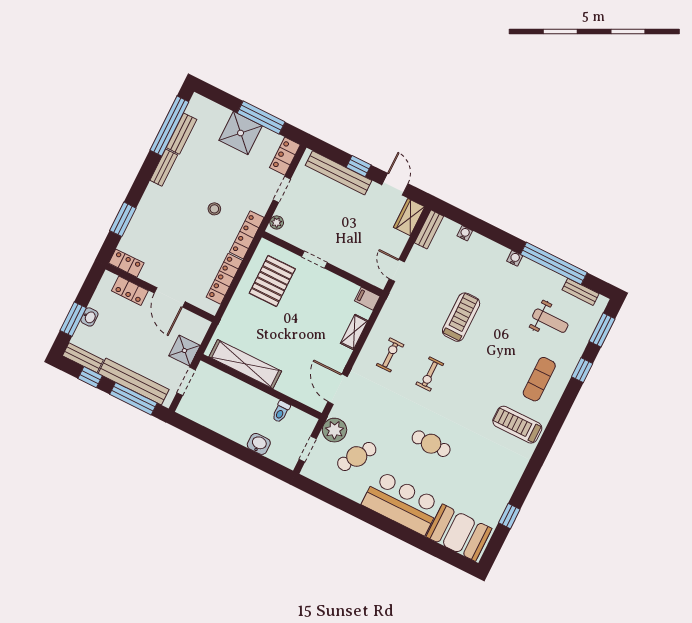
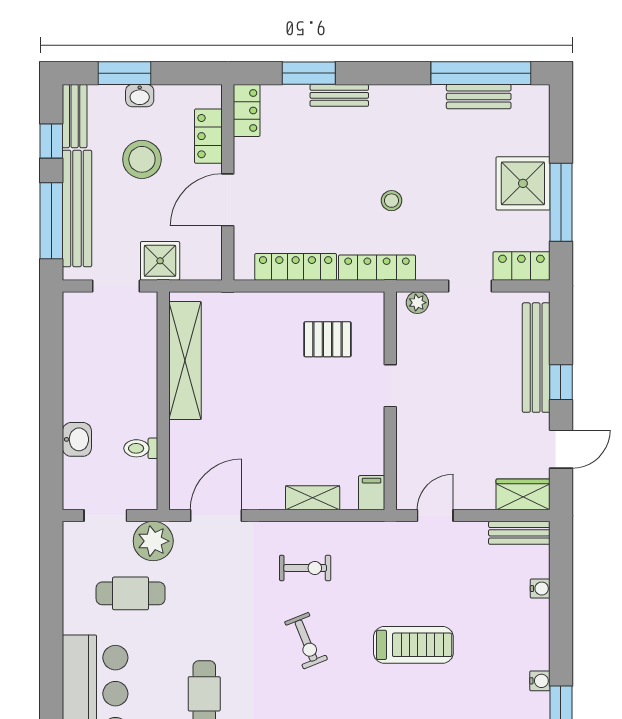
bench: (164, 168) -> (339, 95), moved
pallet: (272, 281) -> (328, 339), width x0.67, depth x0.71
stool: (125, 333) -> (142, 159), added
exercise bike: (430, 374) -> (306, 641), turned -112
cafe table: (357, 456) -> (131, 593), turned -33

